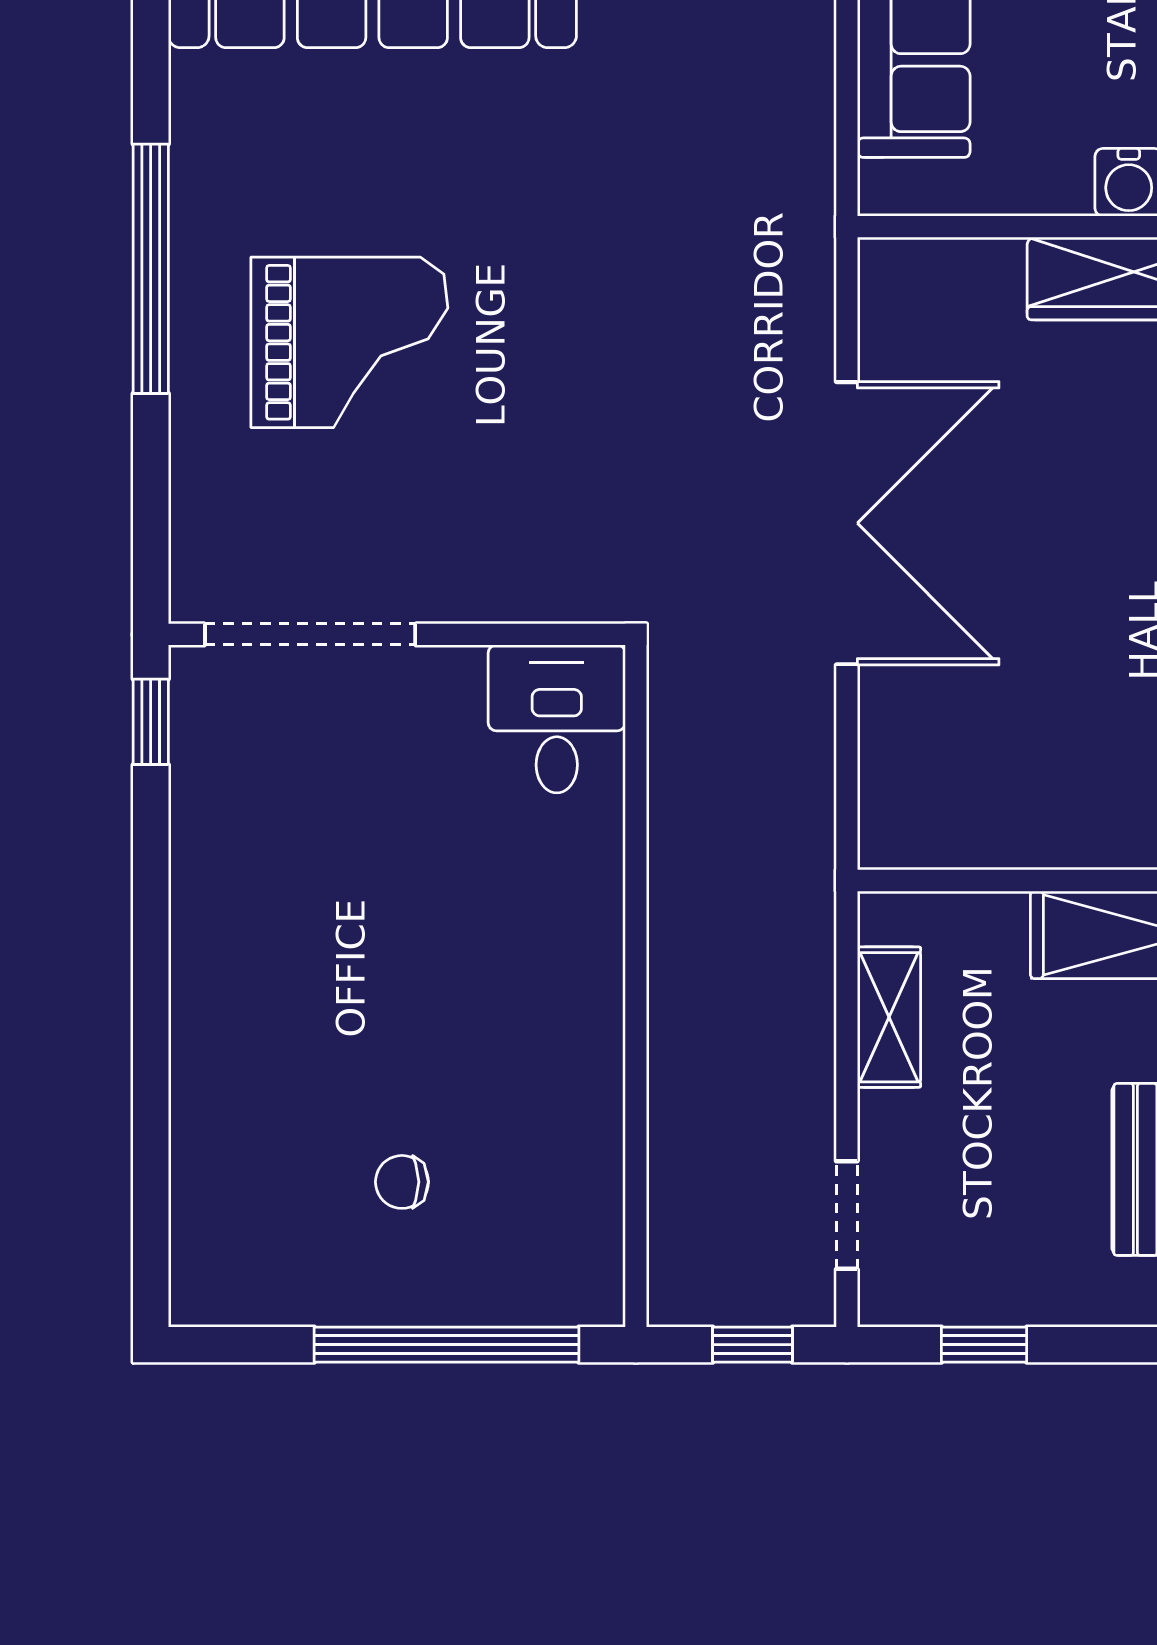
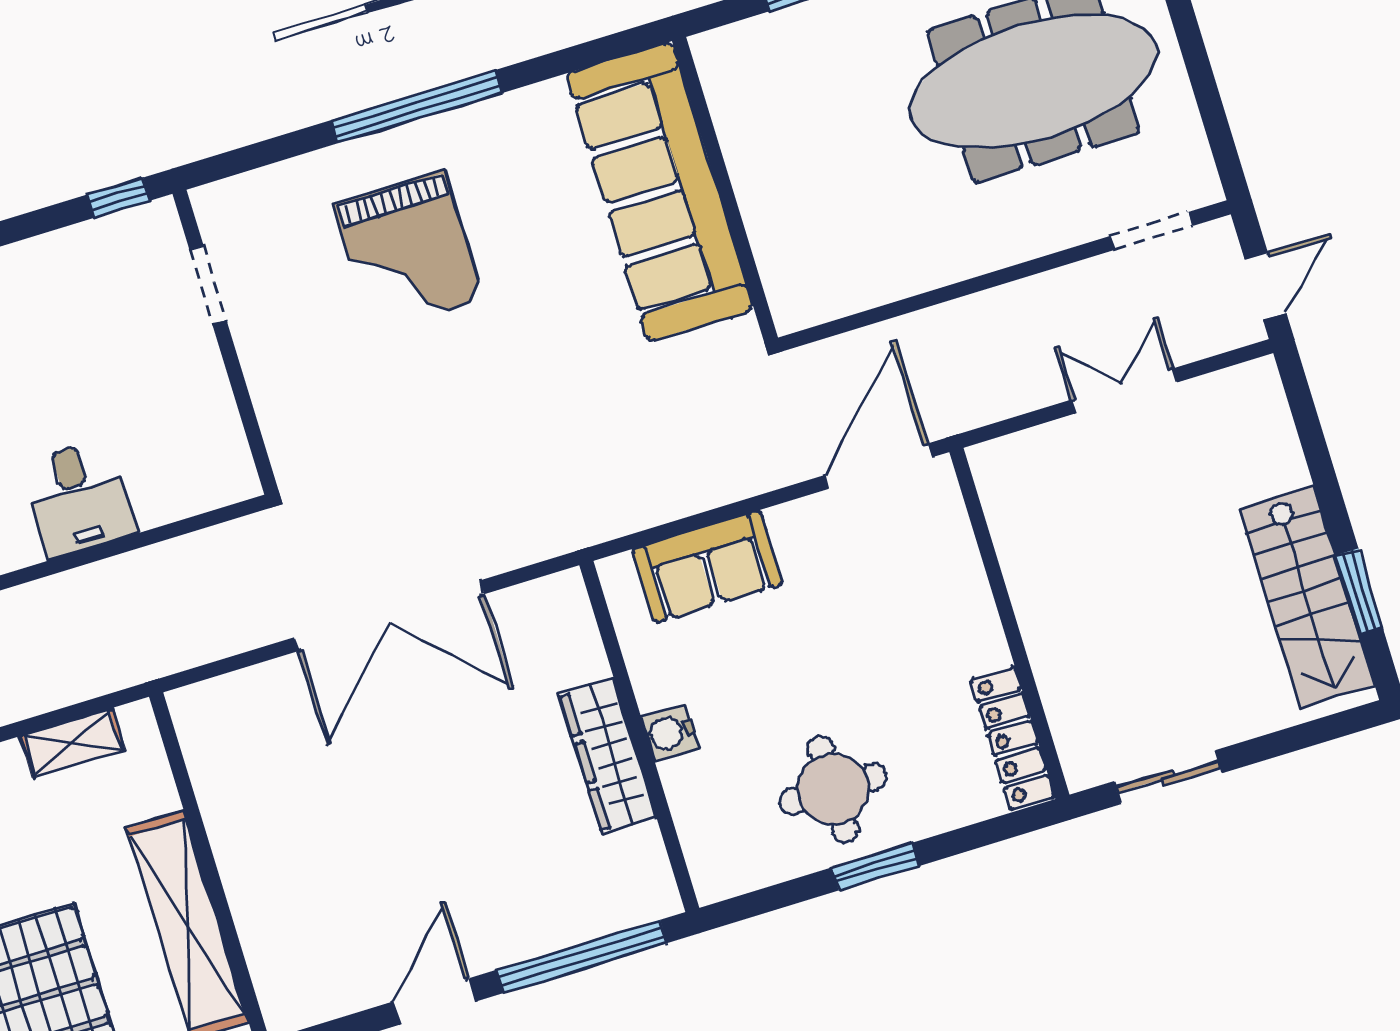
doorway: (310, 634) -> (208, 285), width x0.53
desk: (557, 719) -> (78, 498), moved, turned 90

